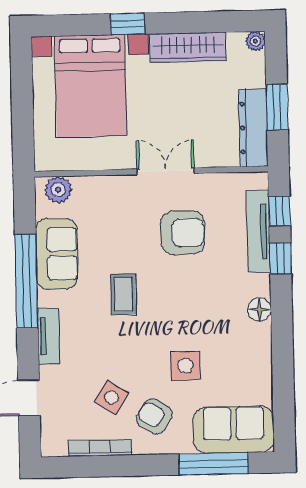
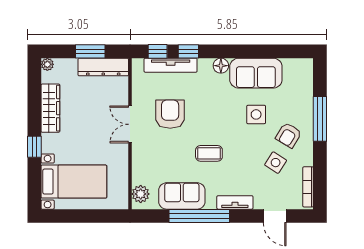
bed with nightstands: (91, 86) -> (74, 182), width x0.73
sofa: (234, 430) -> (256, 73), moved, turned -90
bookcase: (100, 448) -> (308, 187), moved
window: (214, 464) -> (320, 119), moved

